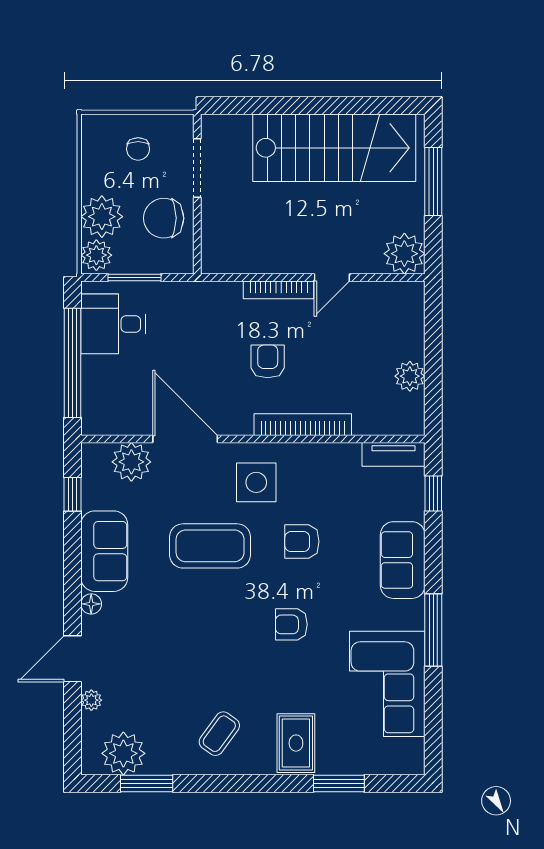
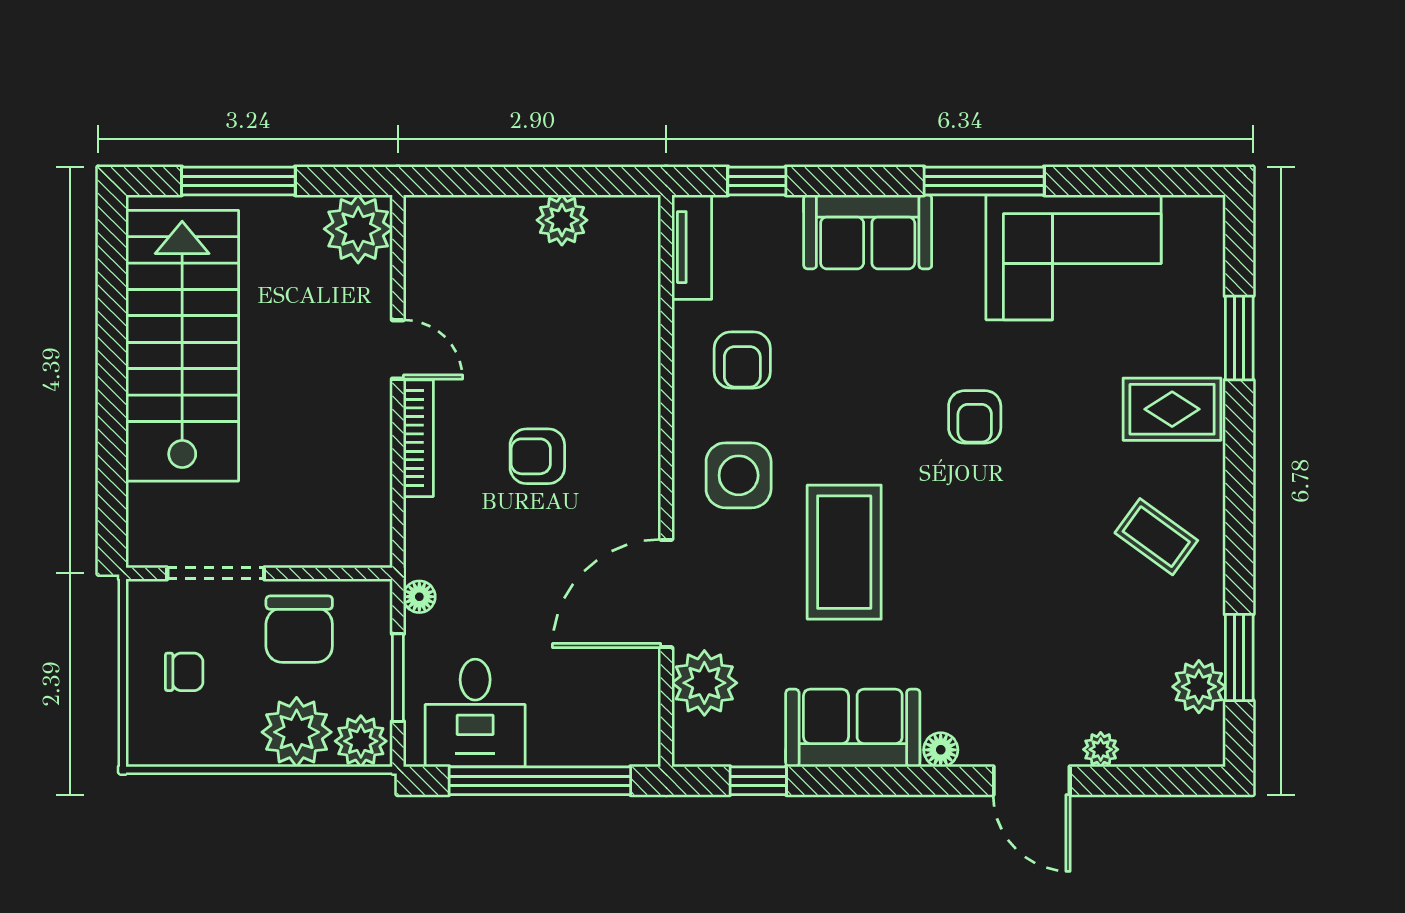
floor lamp: (183, 290) -> (419, 597), added
bookcase: (303, 425) -> (642, 398), removed
armchair: (302, 542) -> (742, 360), moved
plant: (123, 753) -> (1199, 687), width x0.73, depth x0.73

